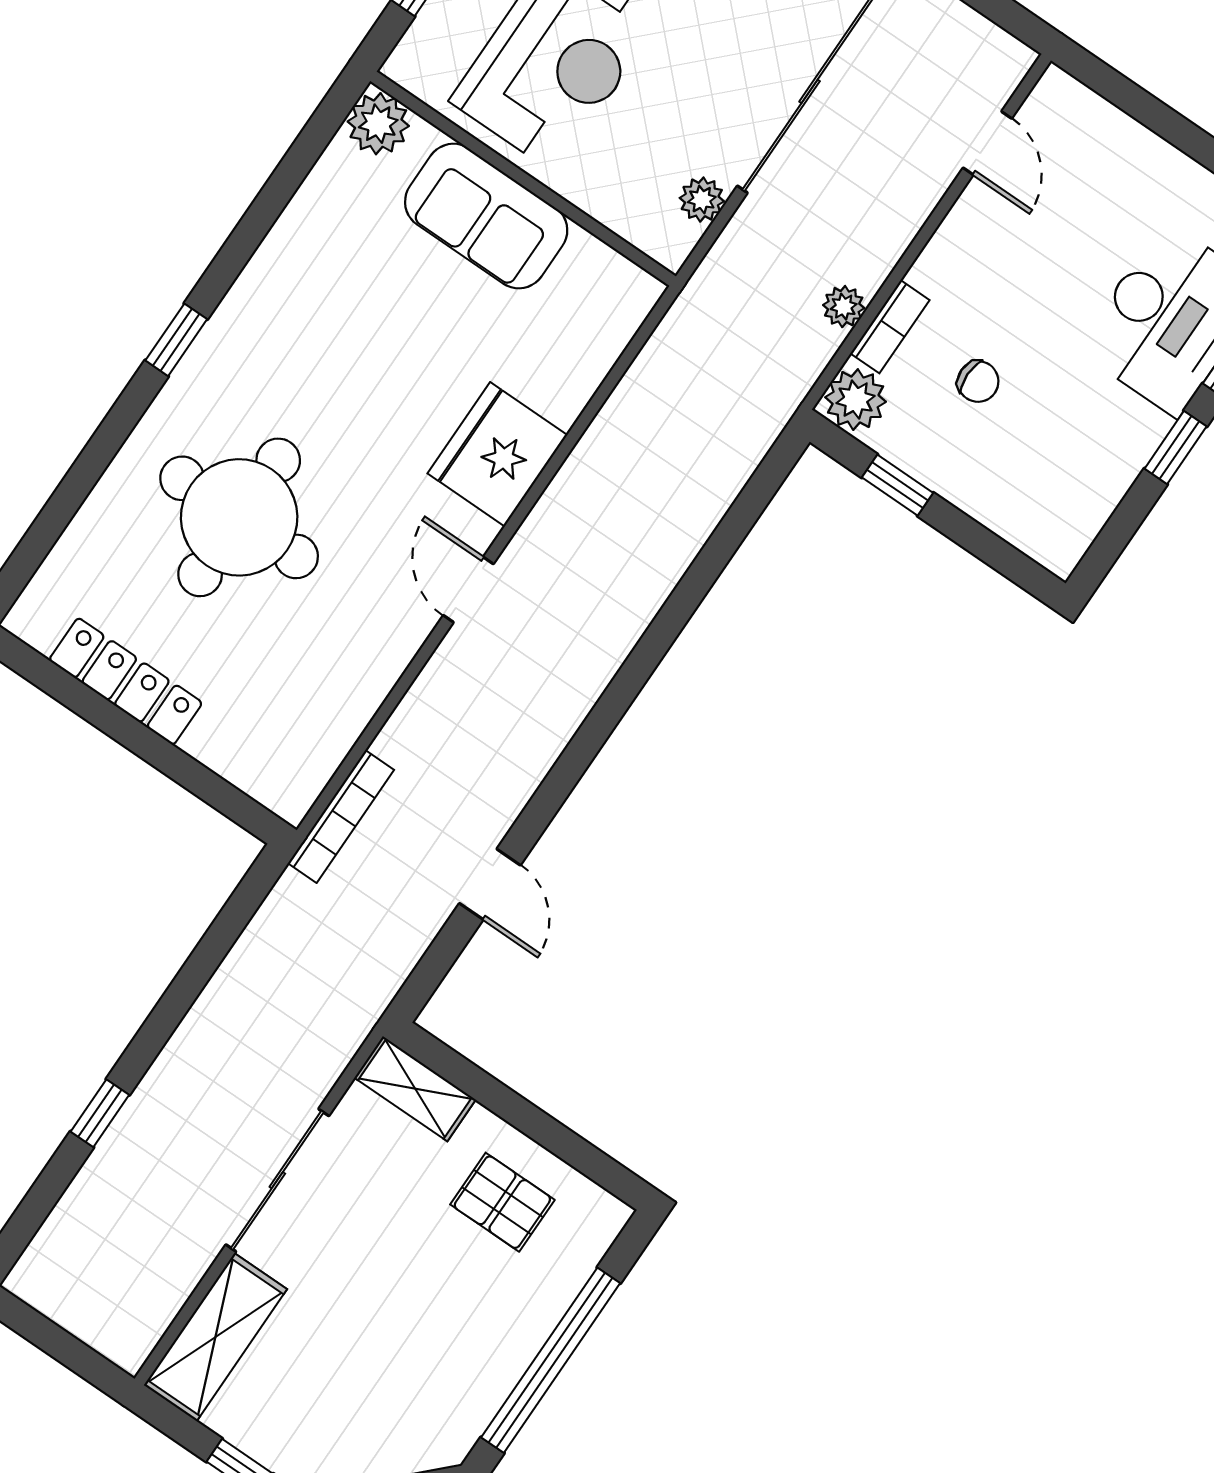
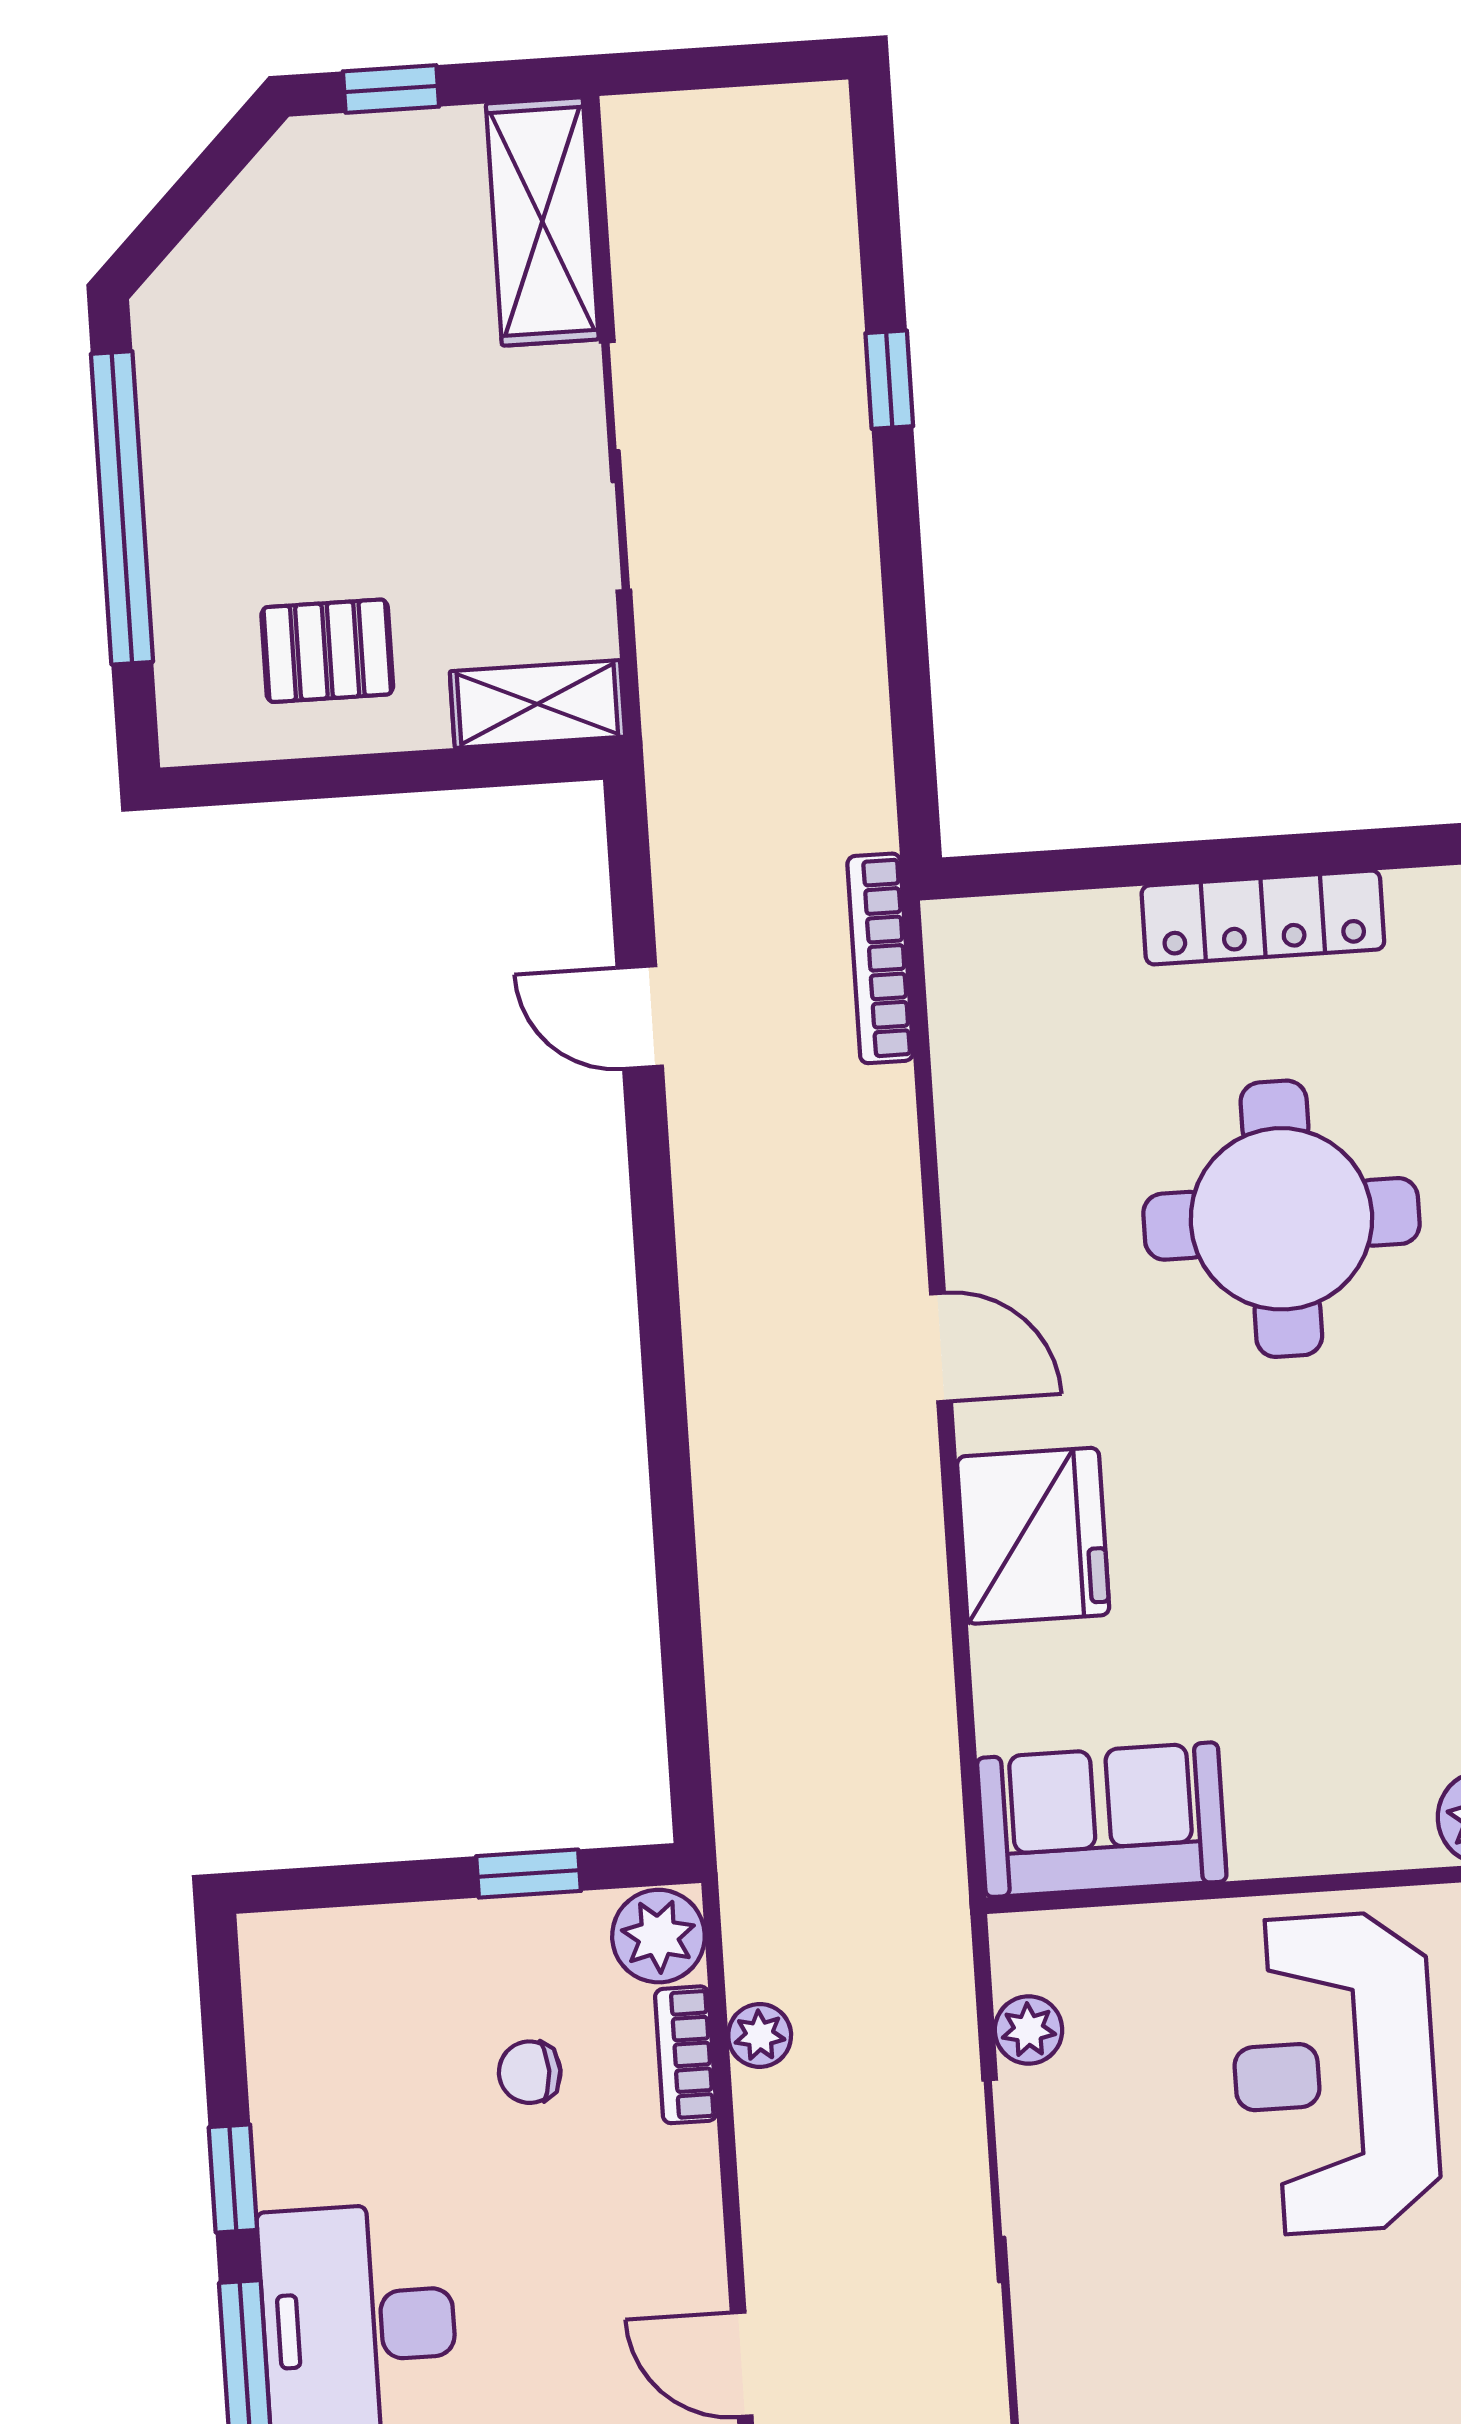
sofa: (486, 216) -> (1102, 1820), moved

